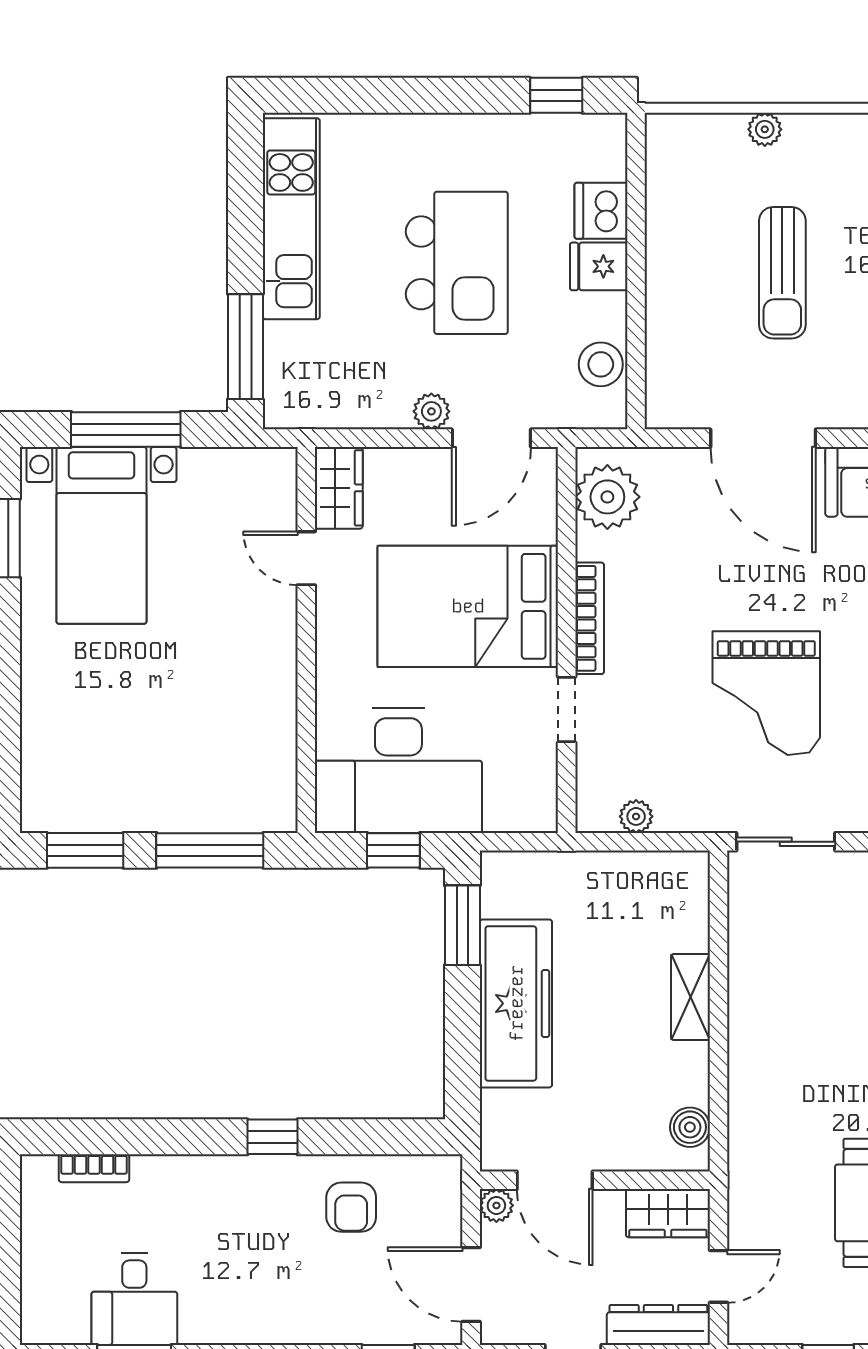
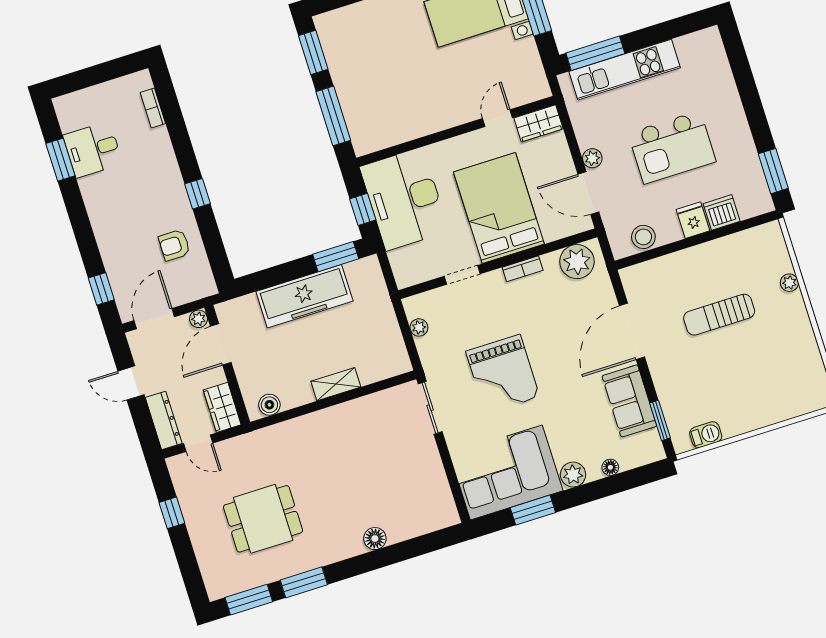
window: (556, 95) -> (773, 171), width x1.50
kitchen unit: (291, 219) -> (625, 70), moved
bookcase: (590, 618) -> (523, 269), width x0.64
grand piano: (766, 693) -> (503, 374), turned -90

